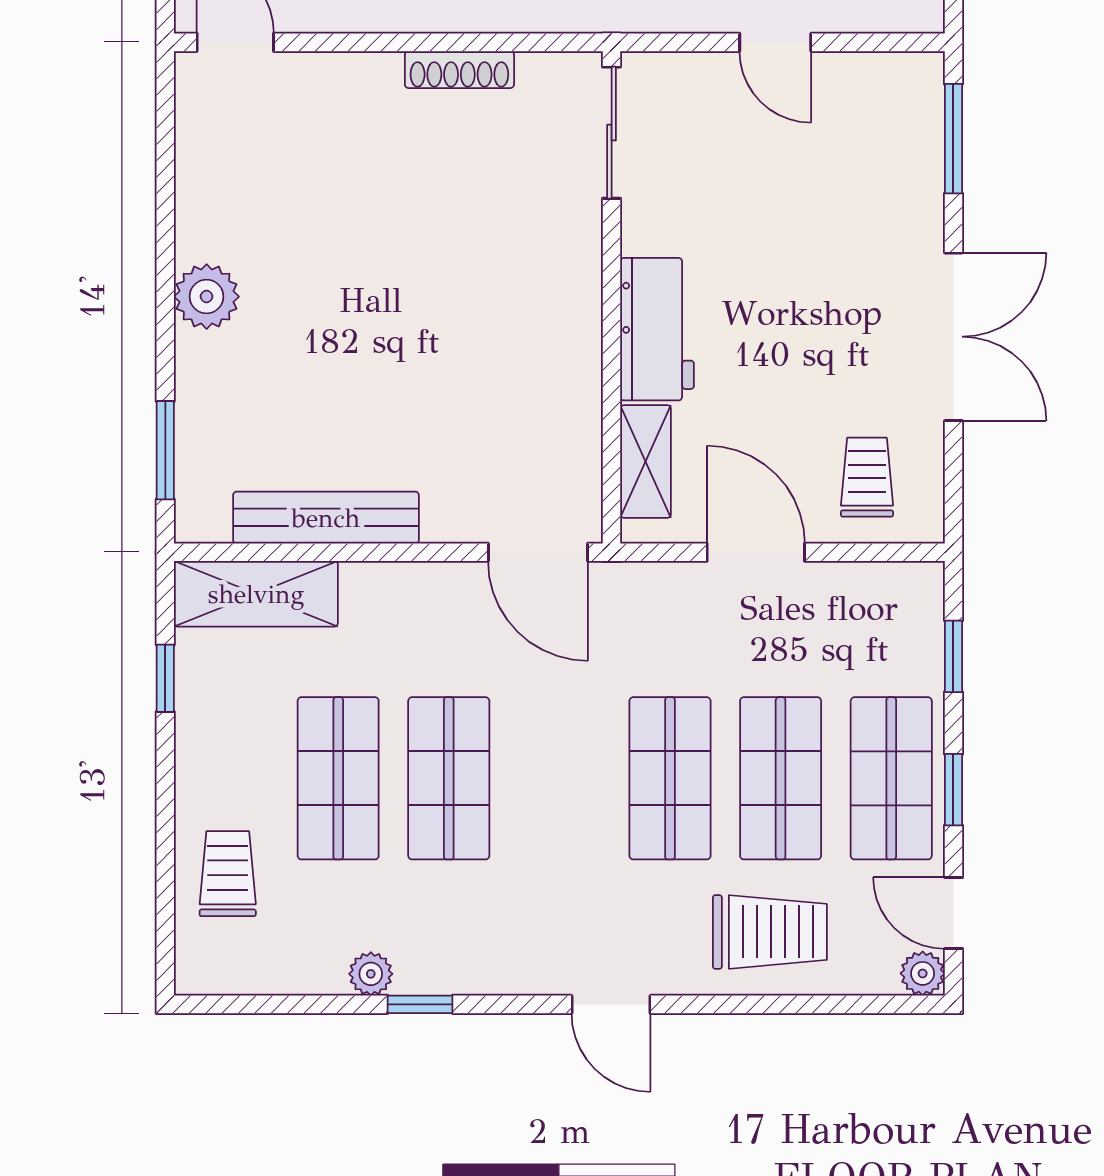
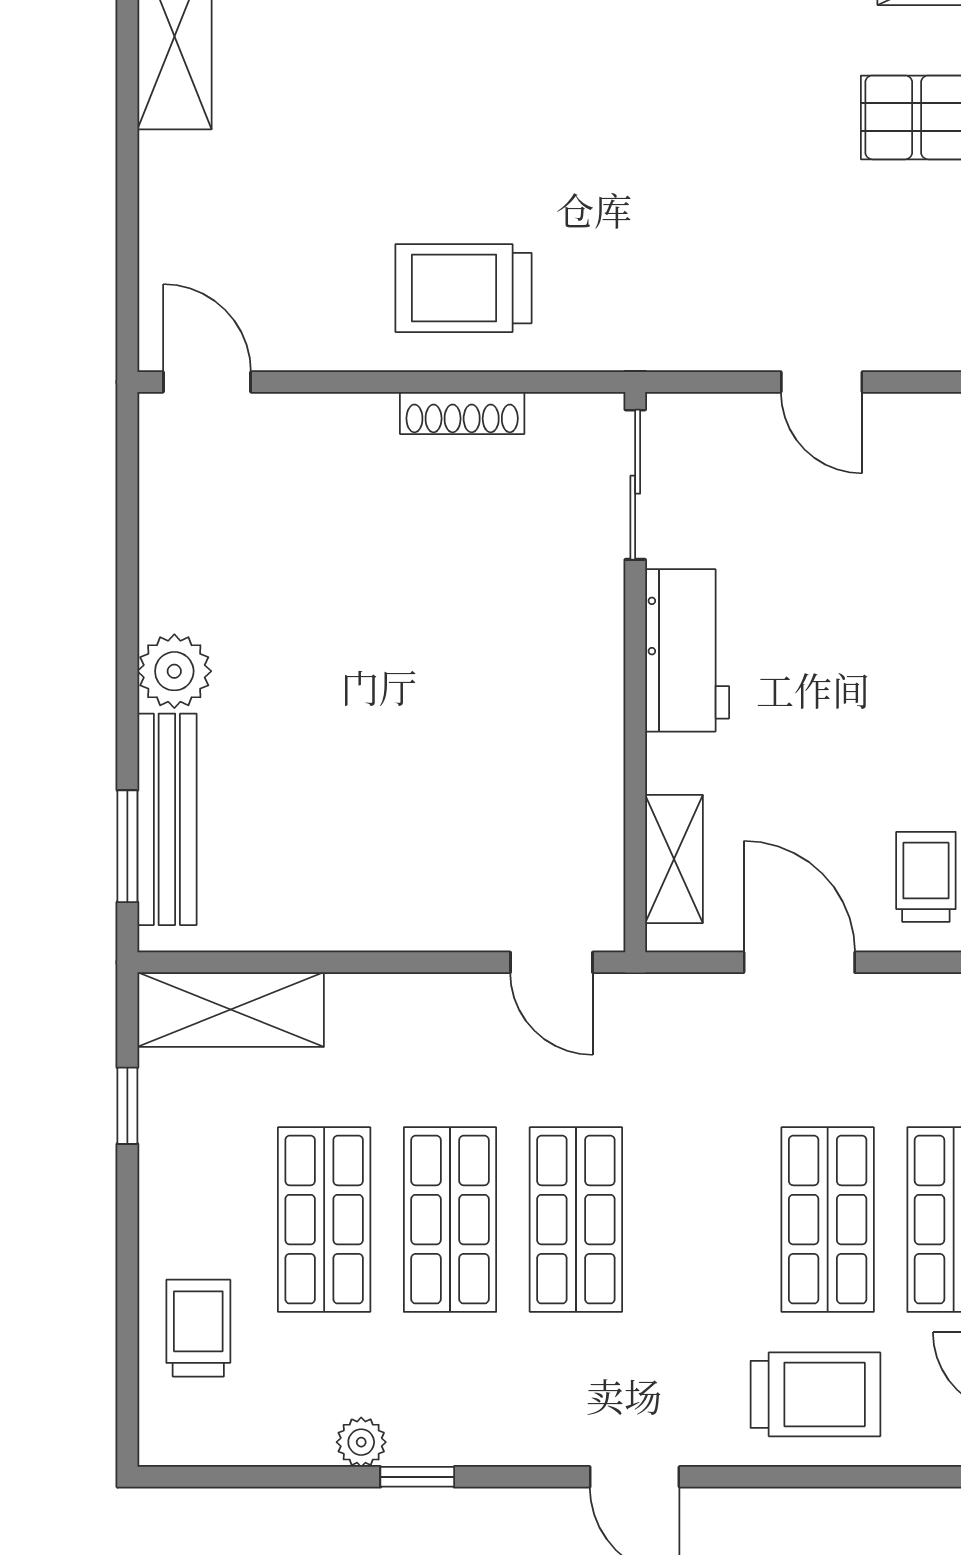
workbench: (657, 329) -> (687, 650), moved
bench: (326, 518) -> (167, 819), moved, turned 90
door: (538, 552) -> (551, 962), width x0.73
shop shelf: (670, 778) -> (576, 1220), moved

